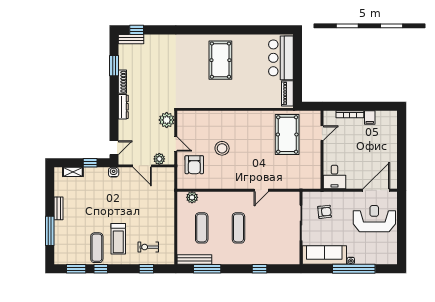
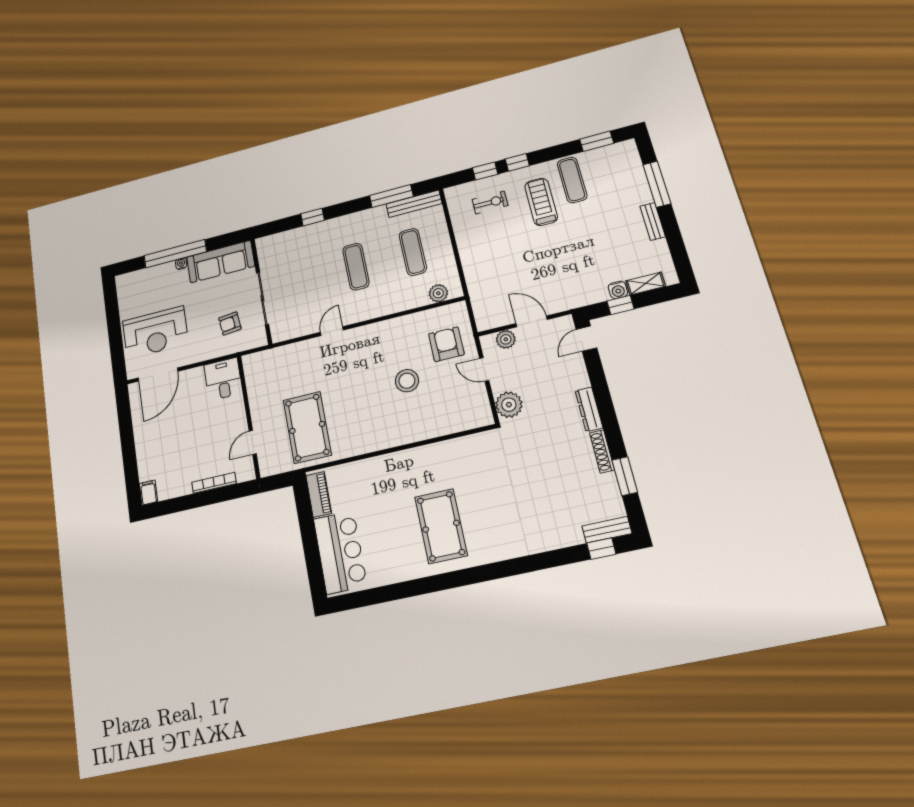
filing cabinet: (370, 118) -> (148, 493), moved
water cooler: (114, 172) -> (618, 290), moved
window: (101, 269) -> (517, 162), moved

